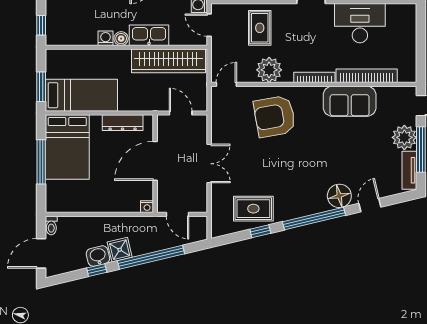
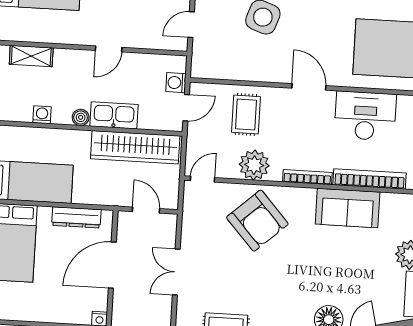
door: (209, 25) -> (186, 108), swing flipped
washing machine: (106, 38) -> (42, 115), moved
armchair: (275, 116) -> (257, 221), turned -122
double door: (209, 164) -> (176, 272), swing flipped

